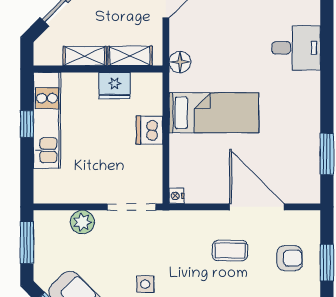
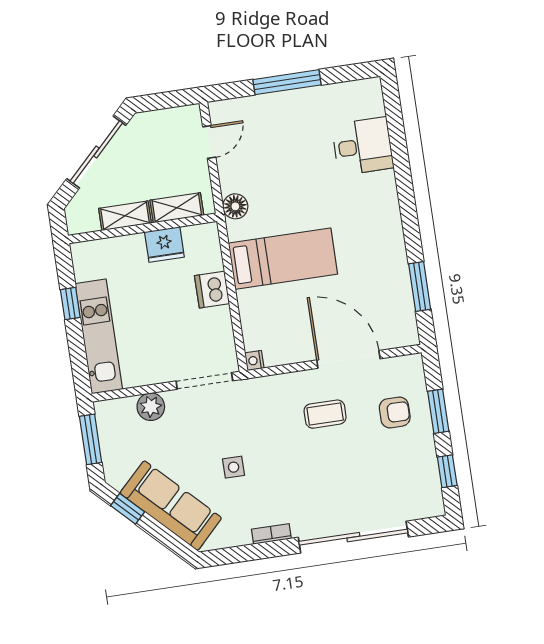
desk: (296, 48) -> (363, 146), moved
kitchen unit: (47, 120) -> (99, 336), moved

